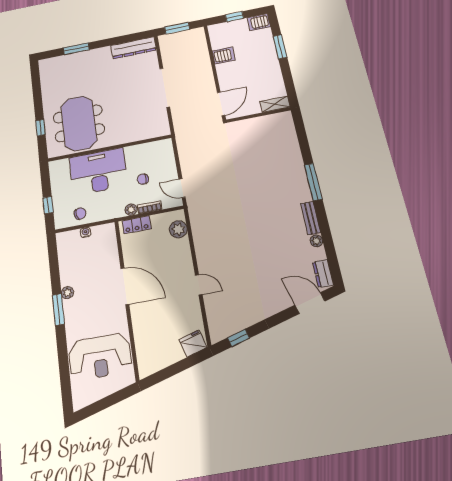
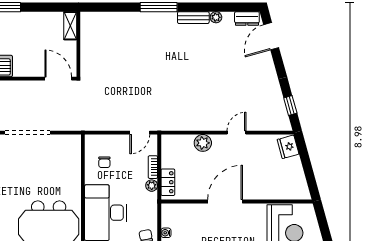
chair: (143, 179) -> (104, 162), moved
plant: (178, 229) -> (203, 143), moved

